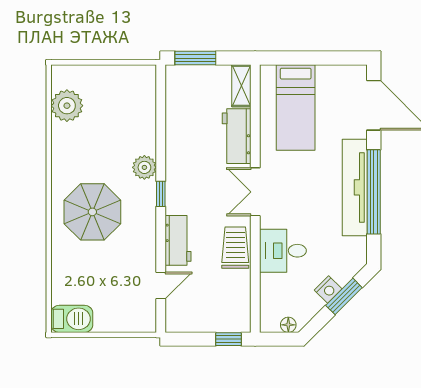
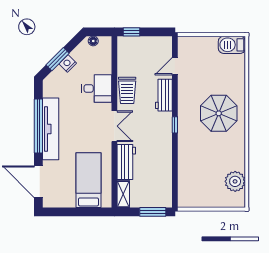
plant: (144, 167) -> (185, 142), removed

